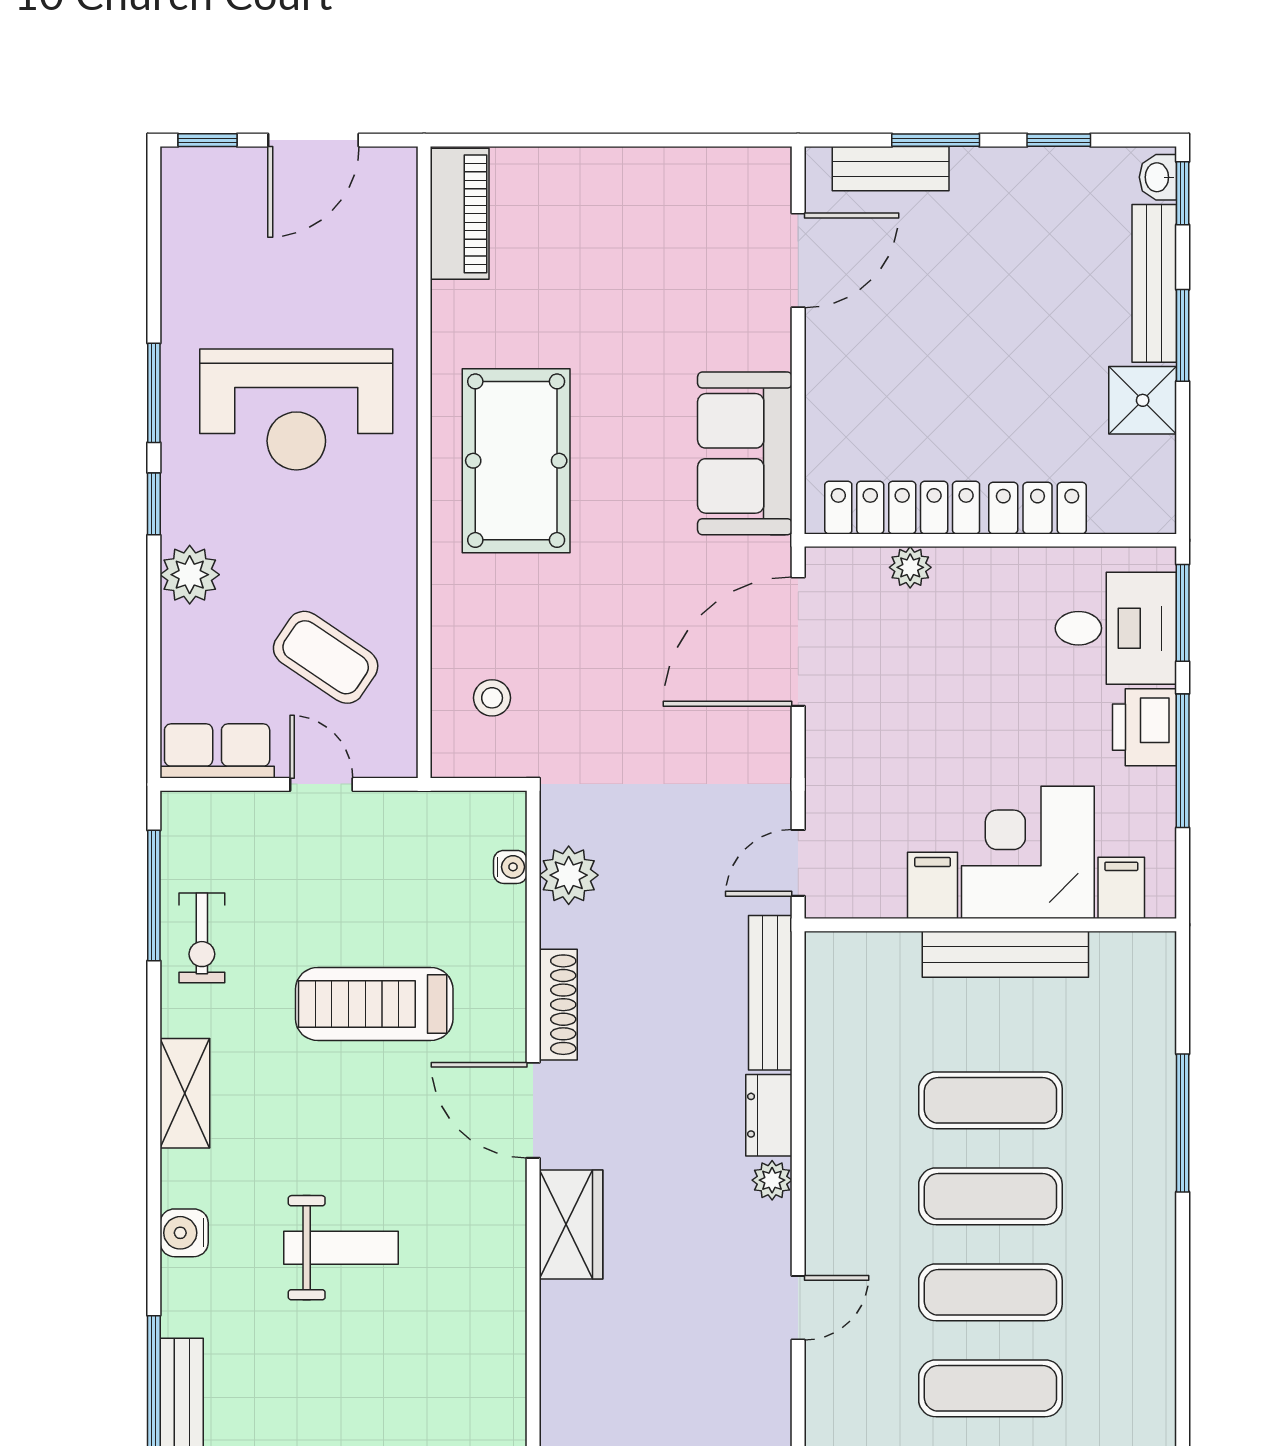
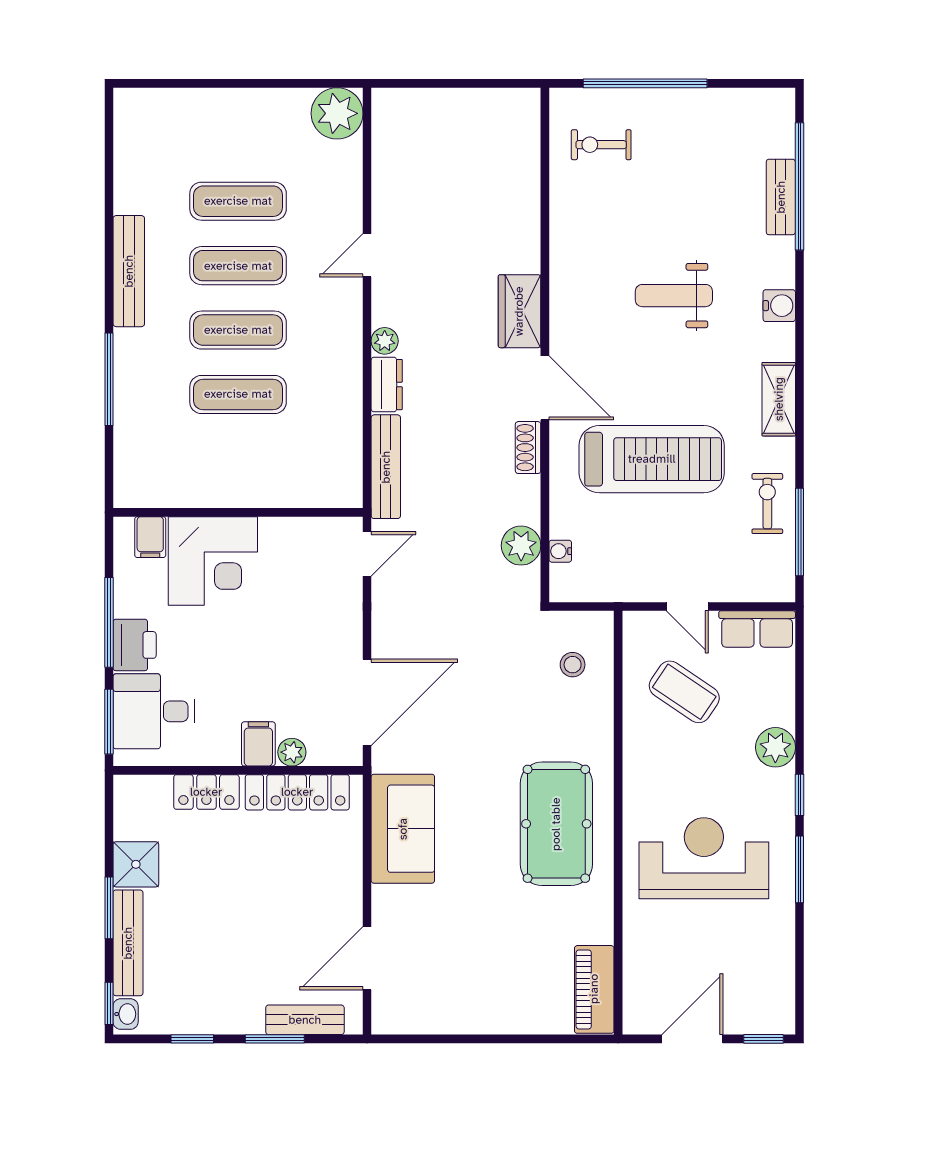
filing cabinet: (933, 885) -> (258, 744), moved, turned 180
bench: (1005, 954) -> (129, 271), moved, turned 90
treadmill: (374, 1004) -> (652, 459), width x1.37, depth x1.38
shoe rack: (558, 1005) -> (528, 448), width x0.70

